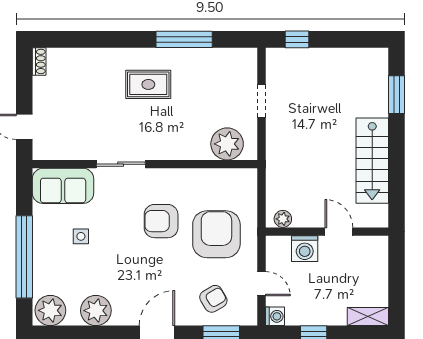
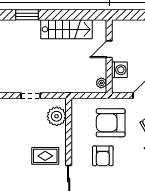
rug: (148, 84) -> (45, 156), moved, turned 90

